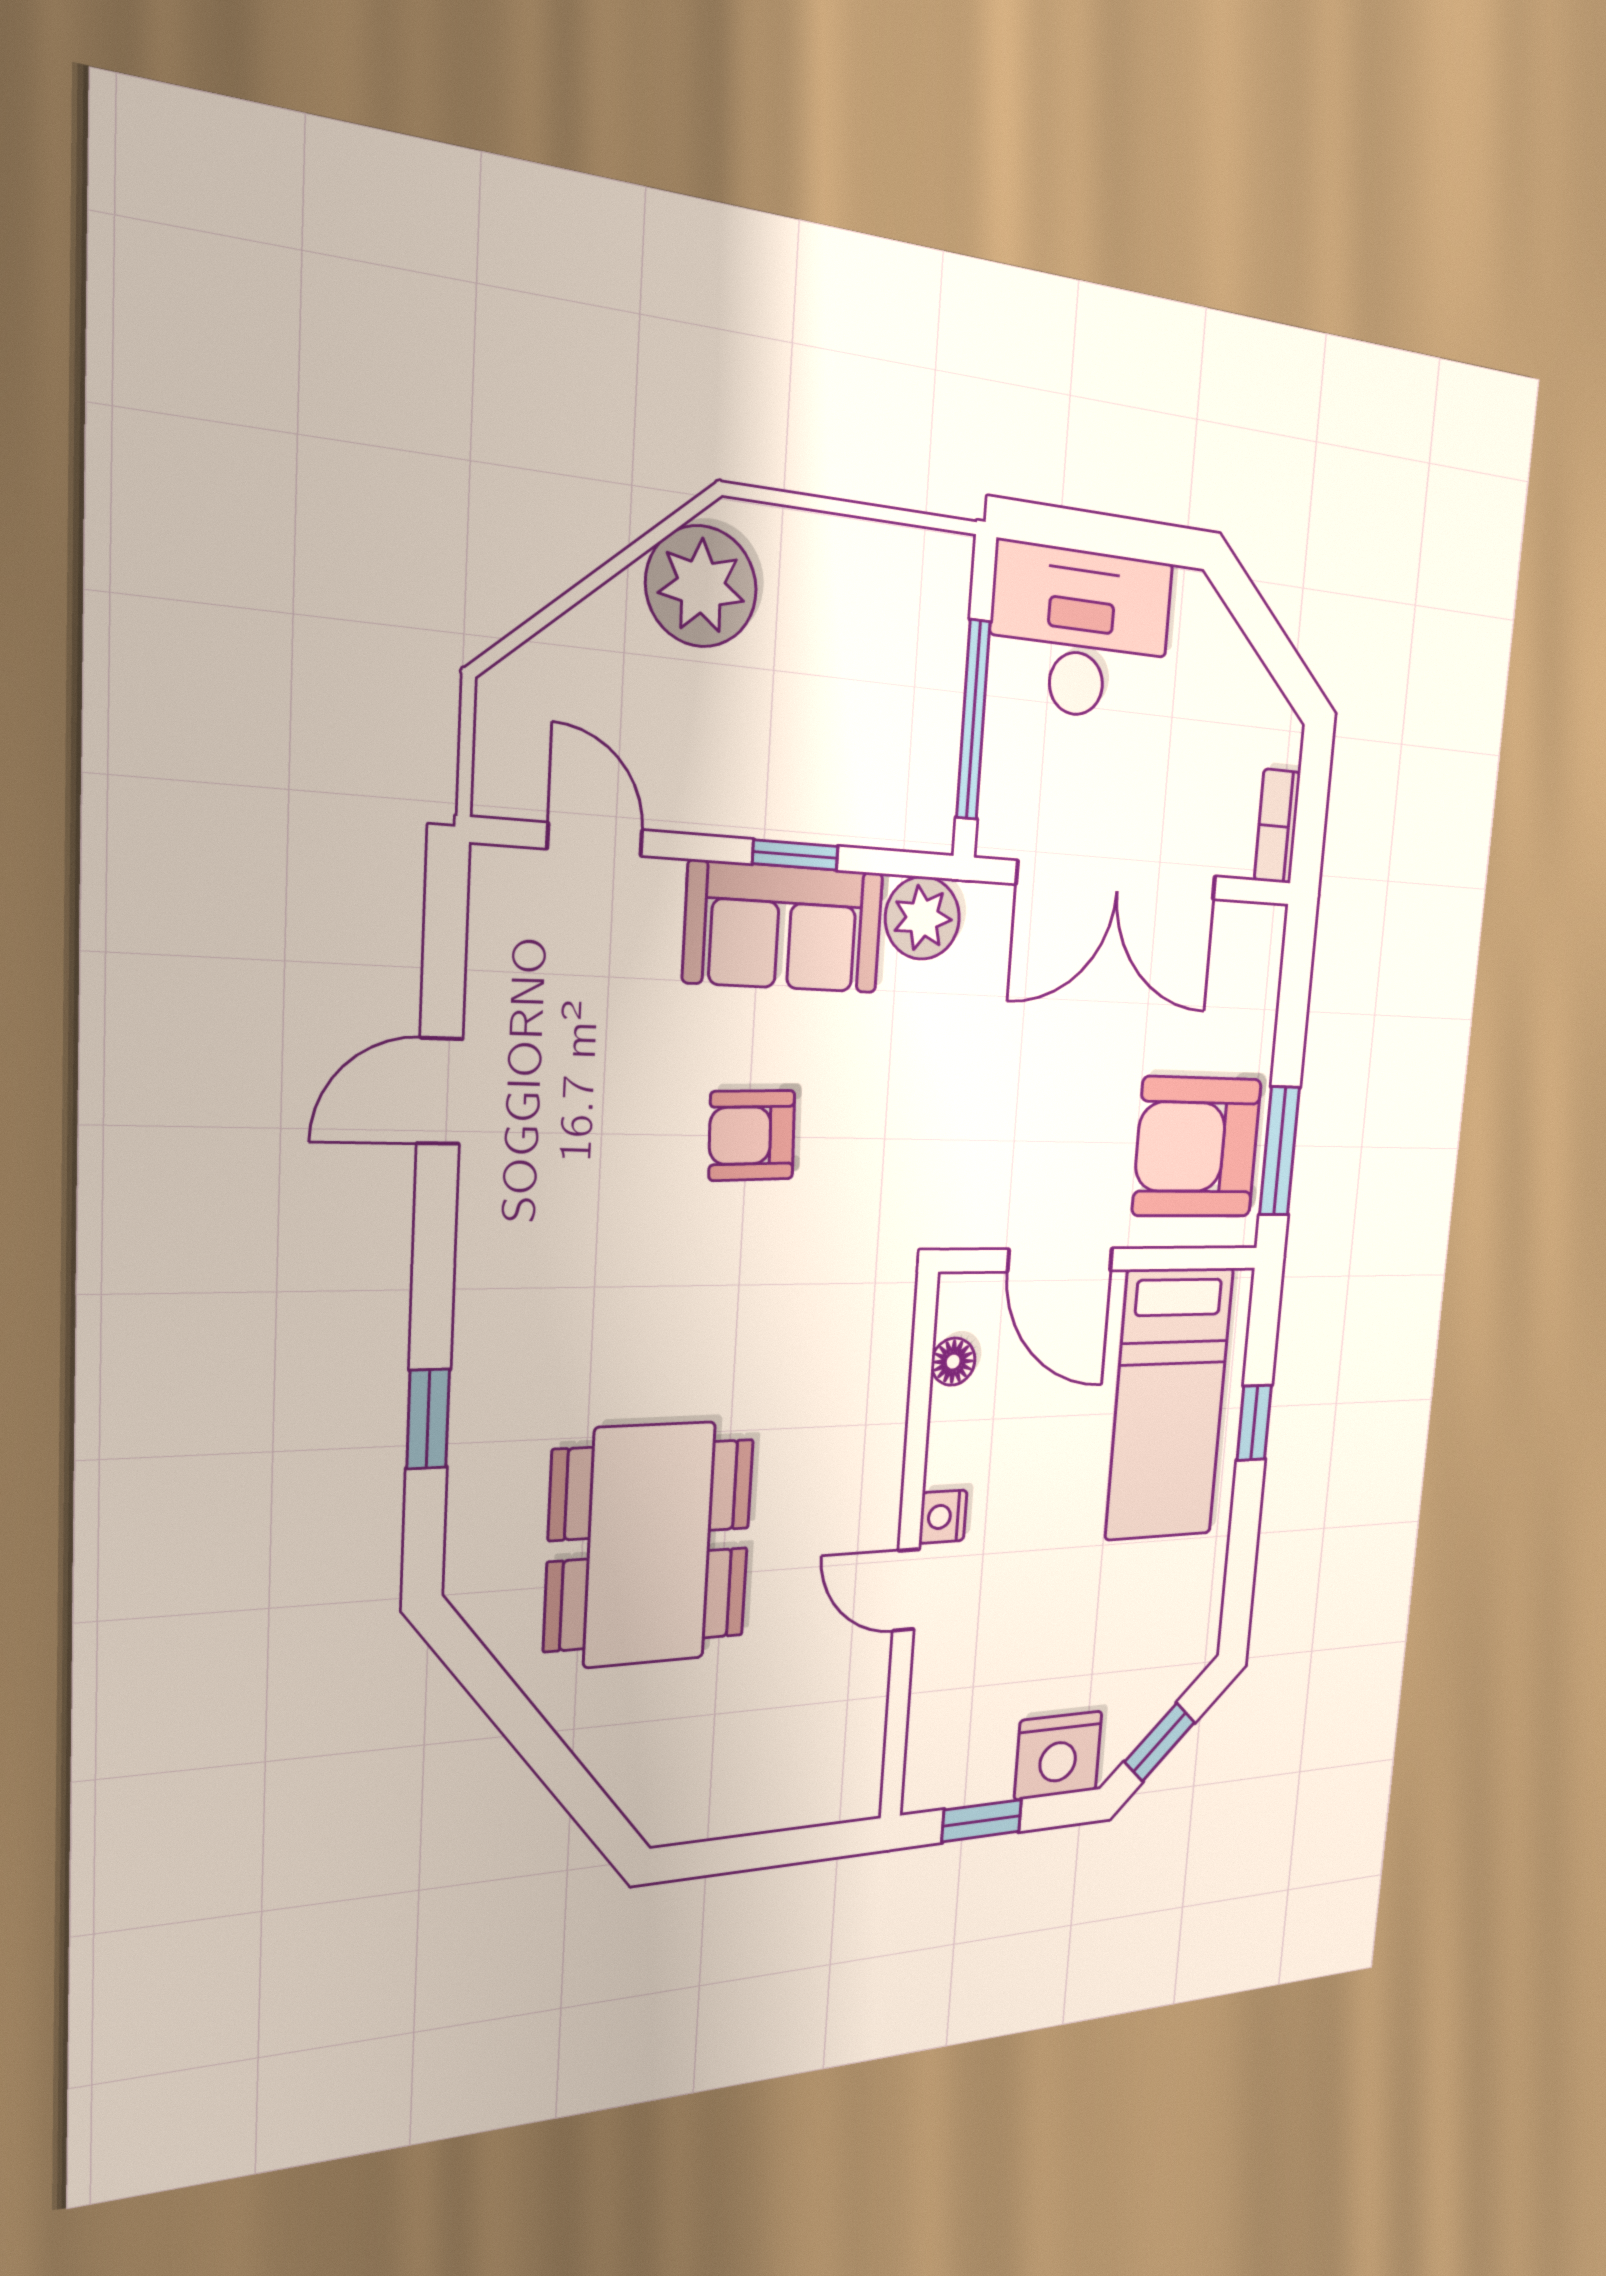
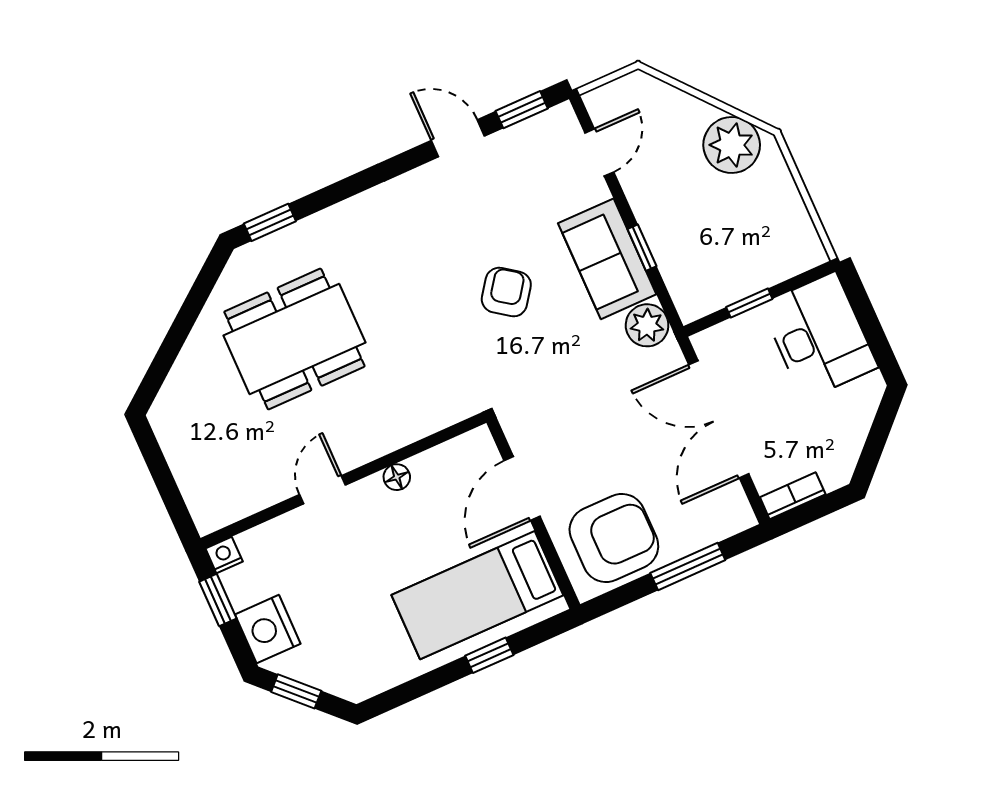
window: (973, 720) -> (749, 303), width x0.46
window: (445, 943) -> (522, 110), added
armchair: (752, 1135) -> (506, 292), turned 38
armchair: (1197, 1147) -> (614, 538), turned 90
window: (1280, 1151) -> (688, 567), moved
floor lamp: (953, 1362) -> (397, 477), moved
window: (428, 1419) -> (270, 222), moved
nightstand: (943, 1517) -> (224, 555), moved

